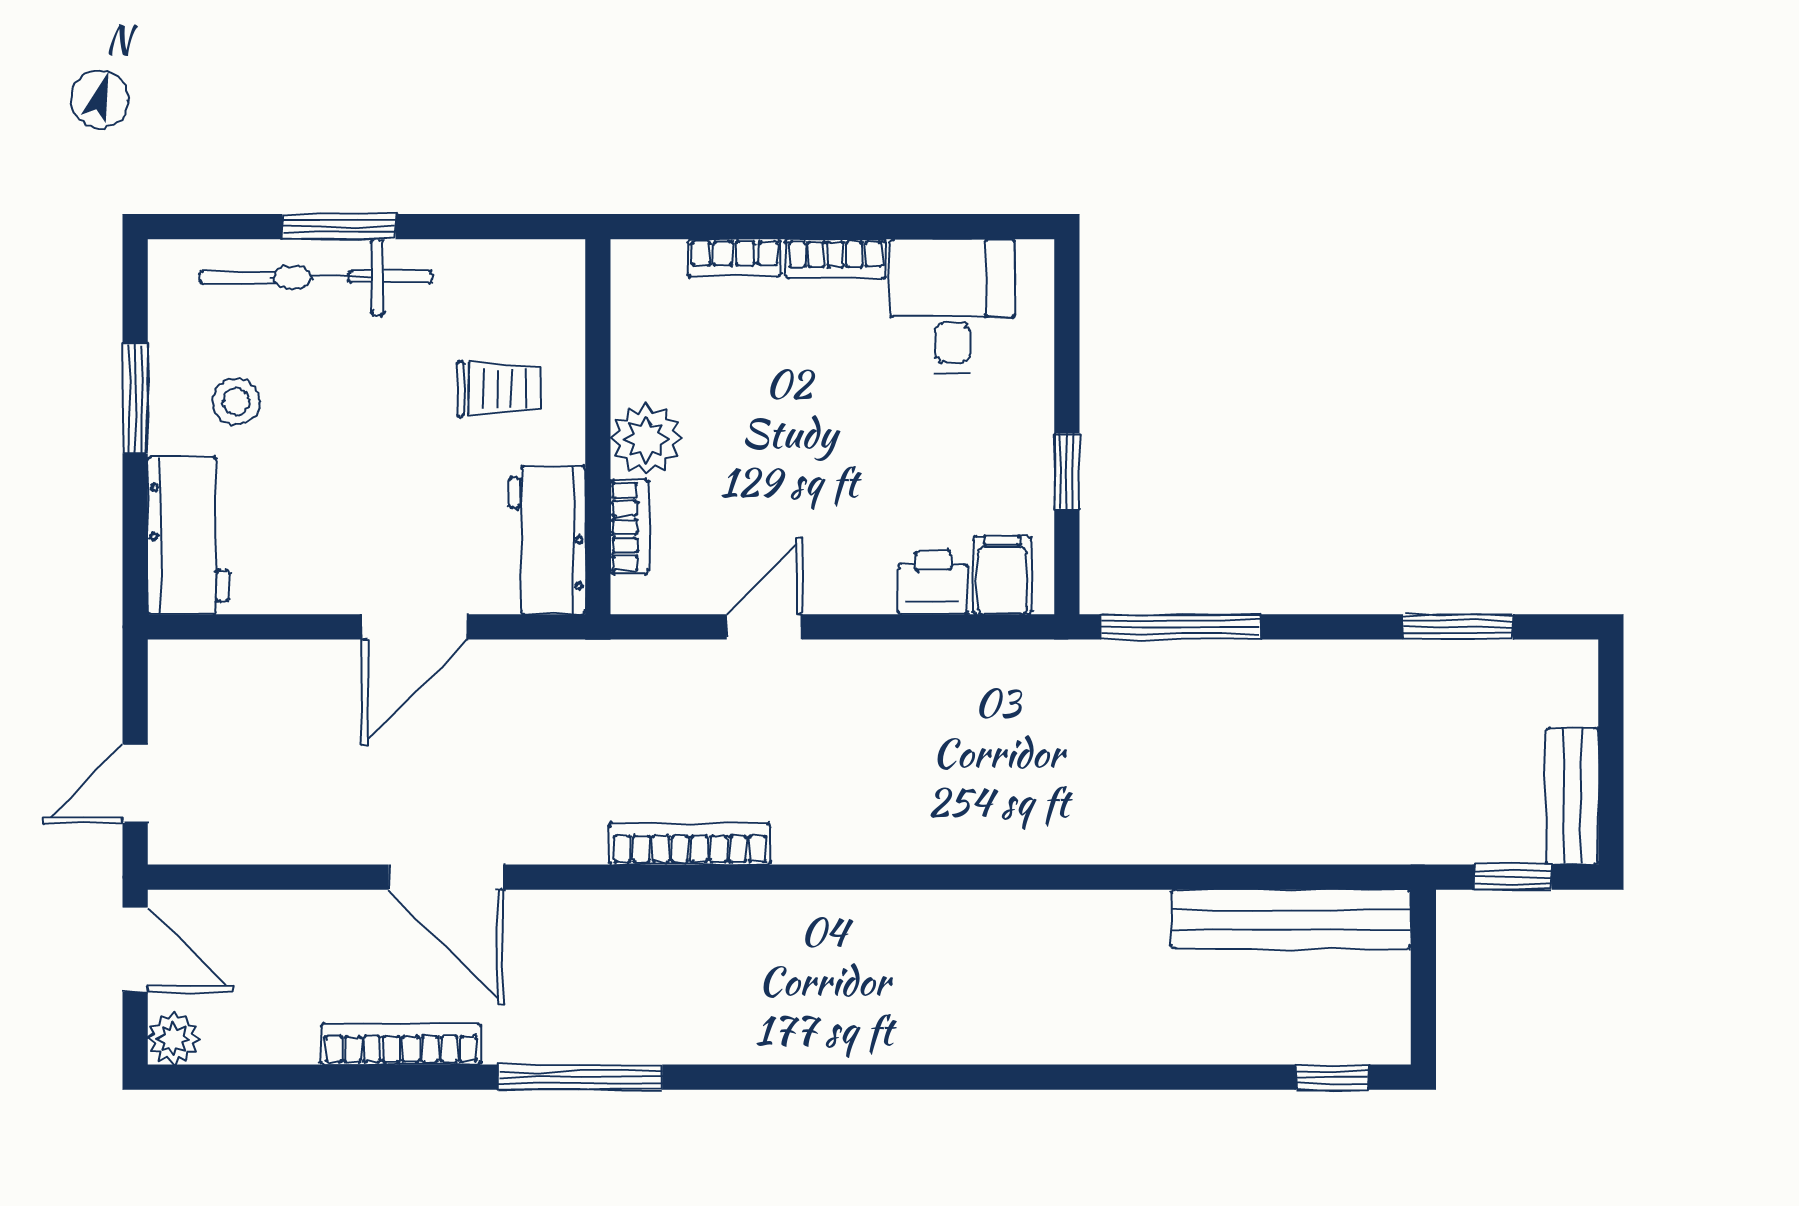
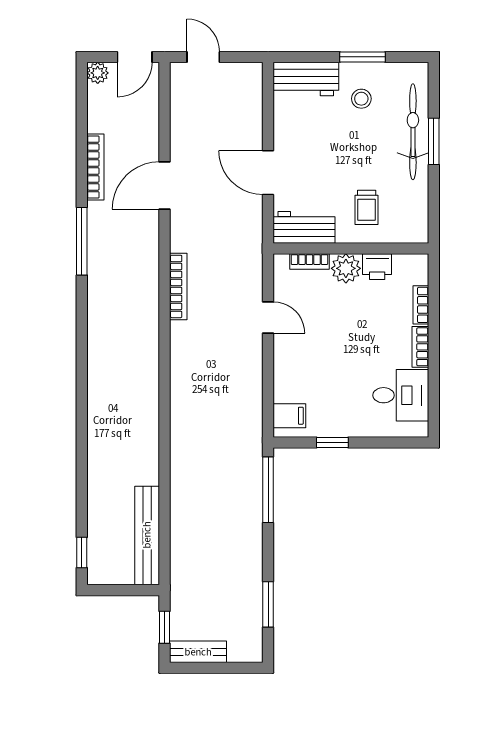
printer: (933, 583) -> (377, 267), moved, turned 90

